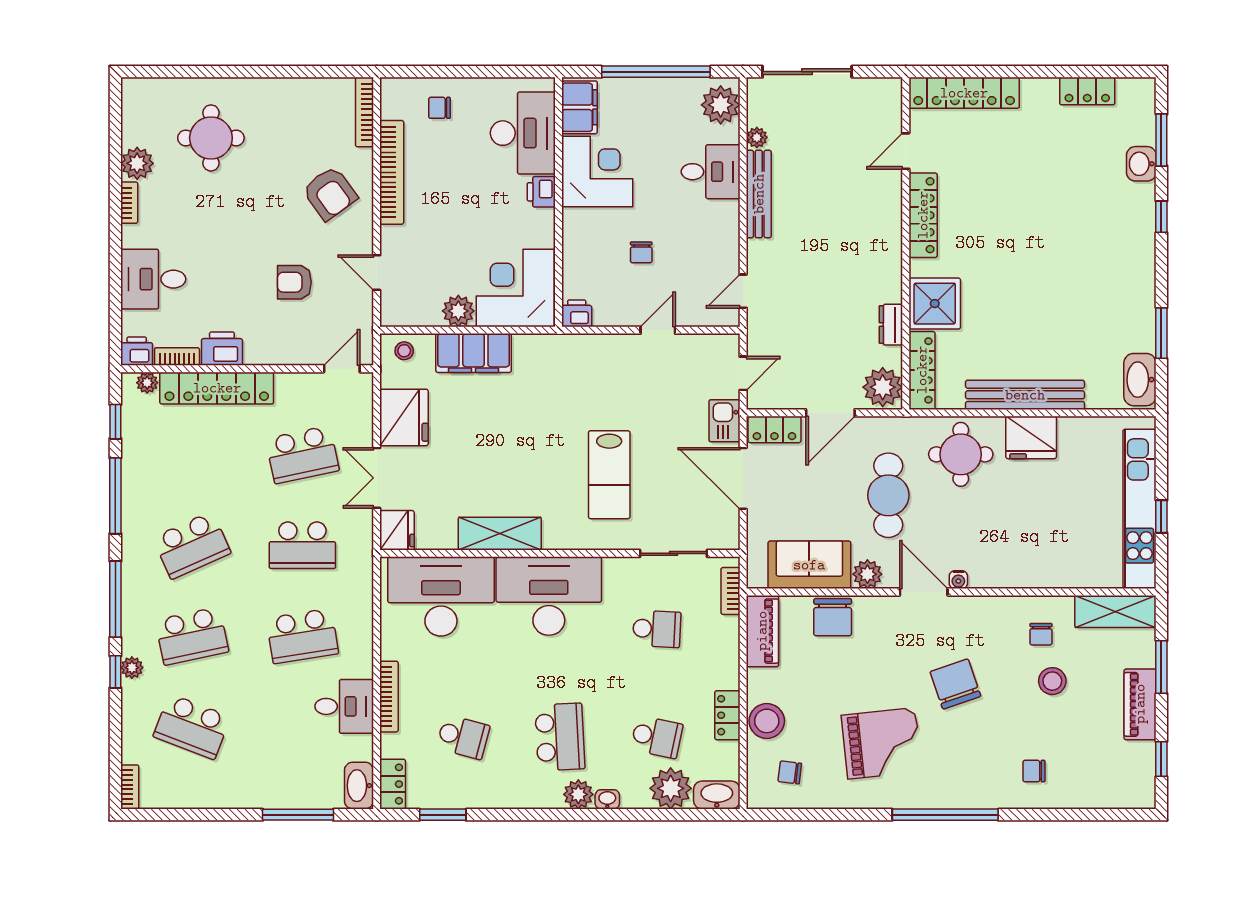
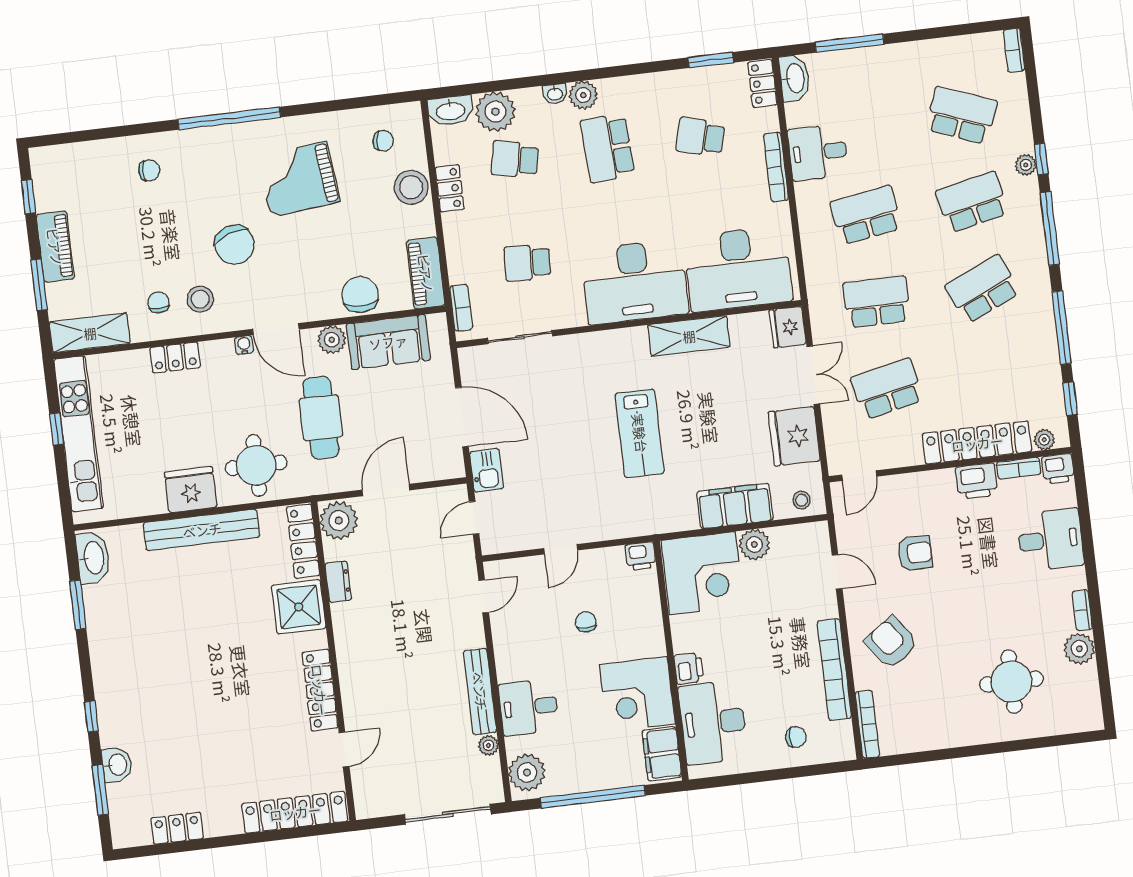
locker: (774, 429) -> (175, 357), moved, turned 180
lab bench: (609, 475) -> (640, 433), moved, turned 180
stool: (1052, 681) -> (200, 299), moved

